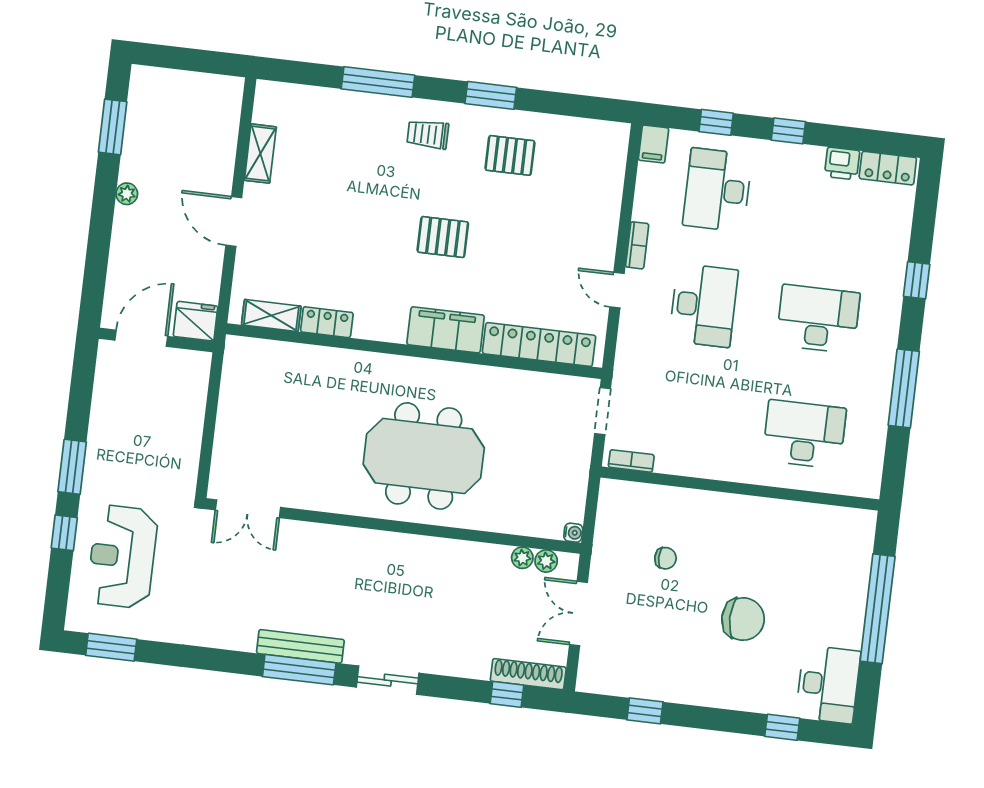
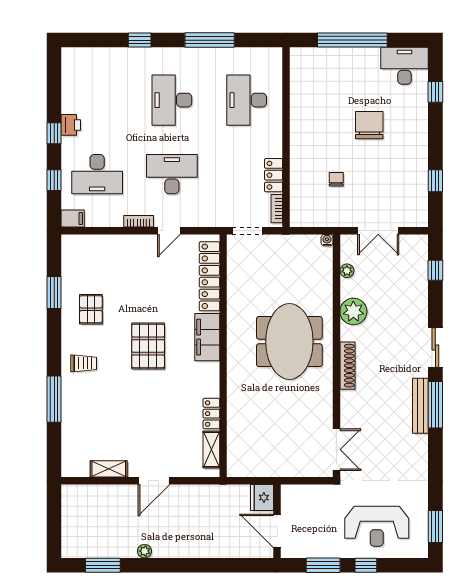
window: (491, 95) -> (54, 293), moved
trolley: (428, 134) -> (84, 363), turned -90
printer: (842, 164) -> (71, 125), moved
locker: (888, 168) -> (274, 175), moved, turned 180
pallet: (443, 237) -> (148, 346), width x1.50, depth x1.42
fridge: (195, 321) -> (262, 498), moved
door: (141, 338) -> (277, 531), moved
wall: (156, 340) -> (277, 521), moved
plant: (546, 561) -> (353, 311), moved, width x1.87, depth x1.87
shoe rack: (528, 674) -> (347, 366), moved, turned 180

